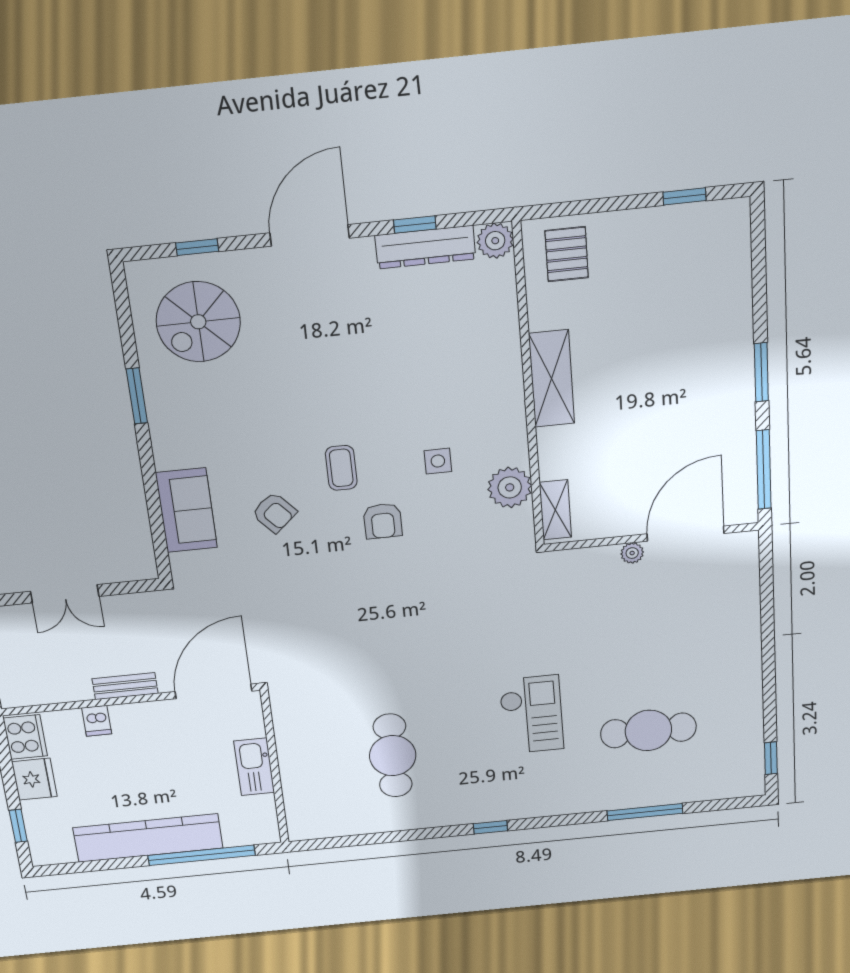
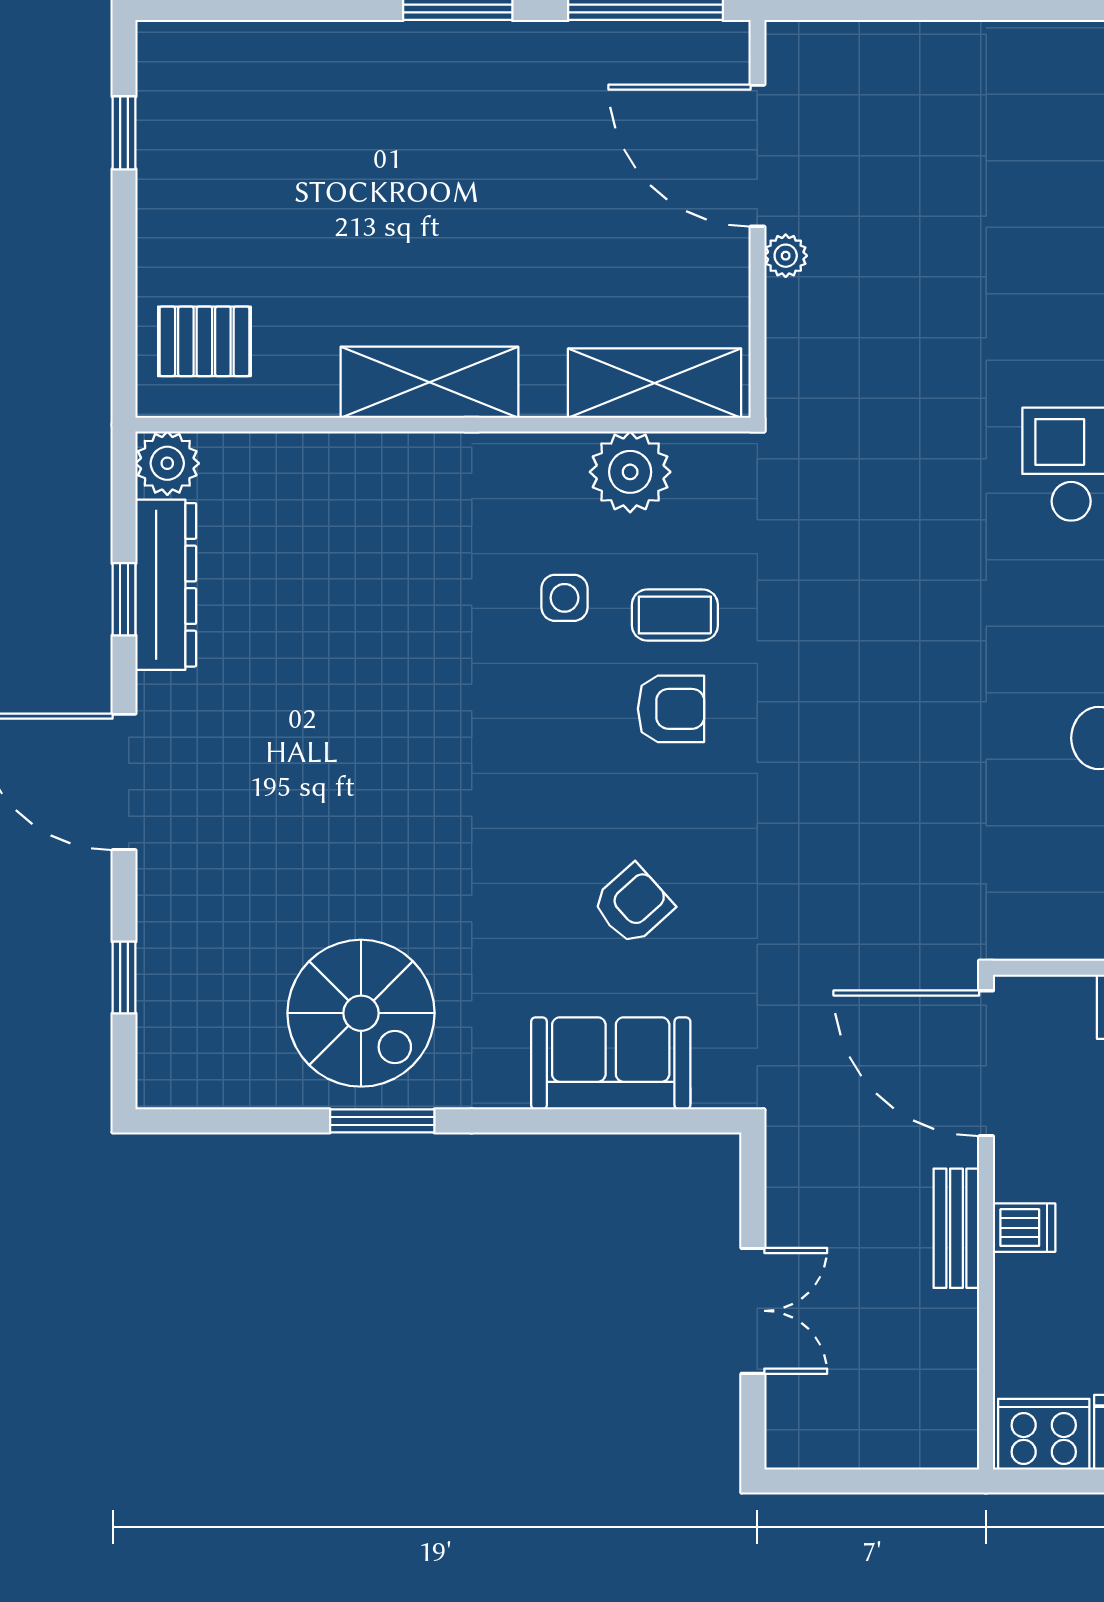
spiral stairs: (198, 322) -> (361, 1013), moved
coffee table: (341, 468) -> (675, 615), moved
shelving: (555, 510) -> (655, 383), width x1.50, depth x1.33
dishwasher: (97, 721) -> (1024, 1228), moved

